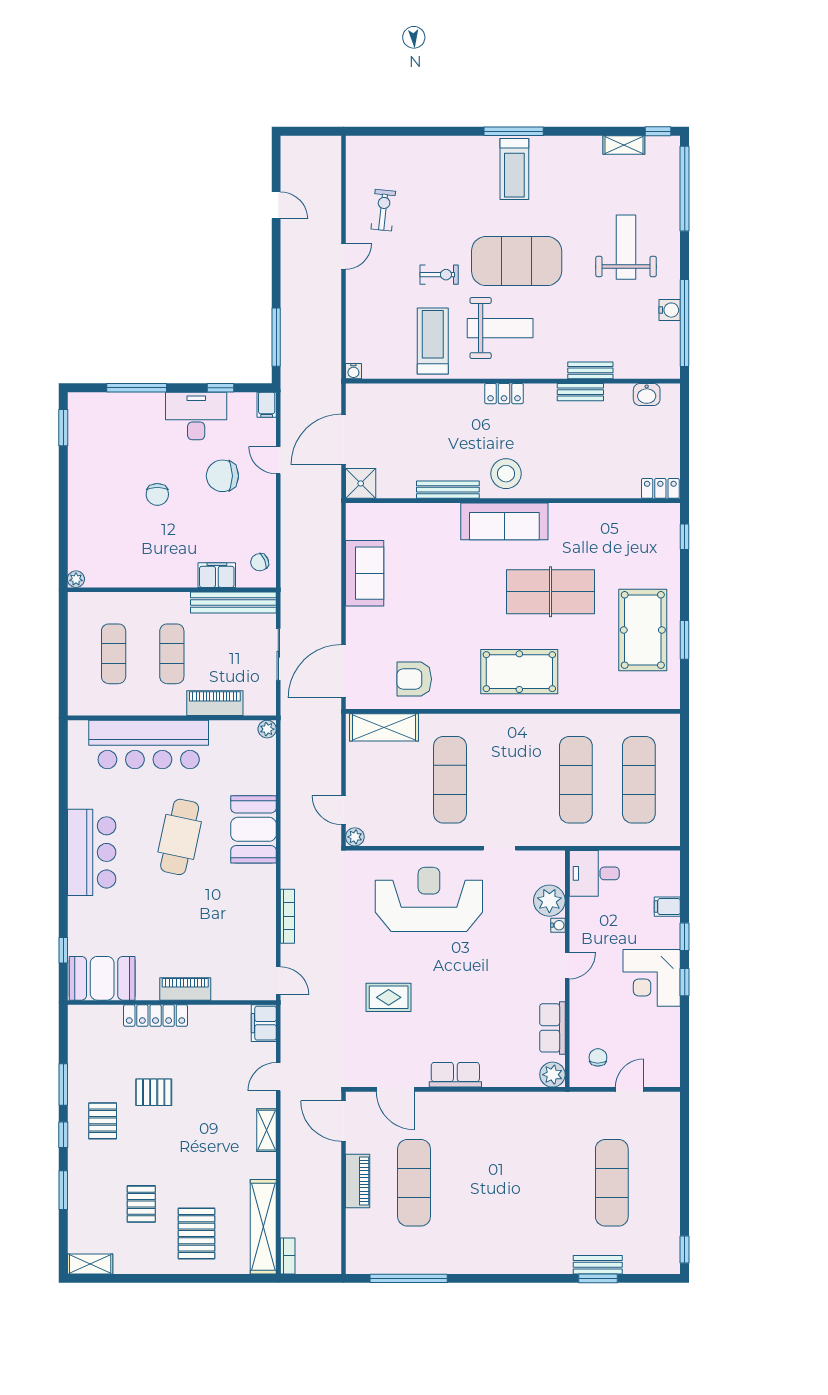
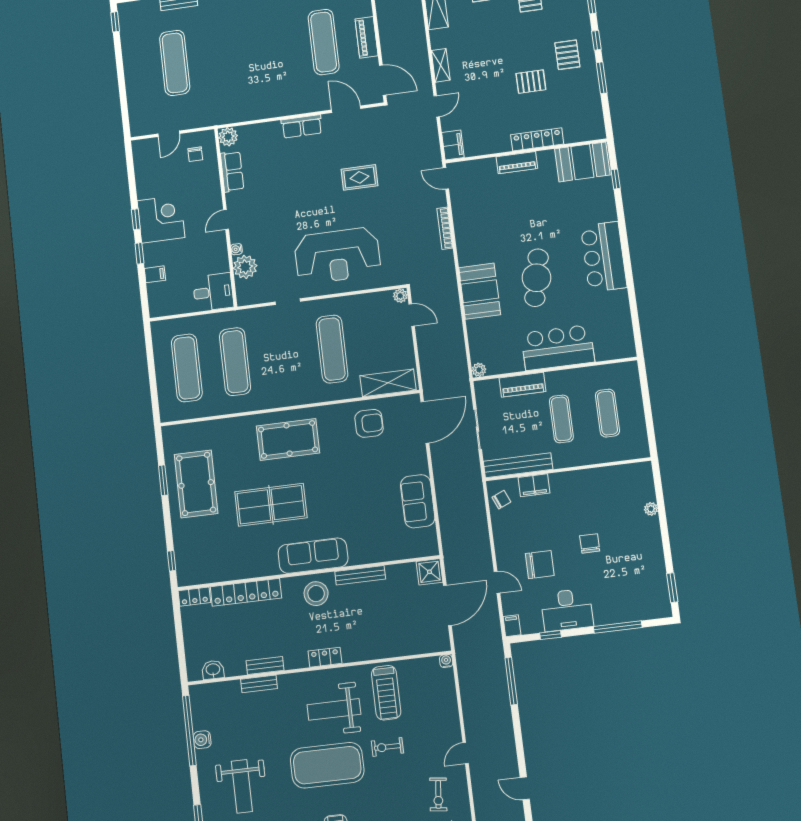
locker: (594, 486) -> (246, 592), added
plant: (76, 579) -> (651, 509), moved
bar counter: (149, 744) -> (558, 348), width x0.73

